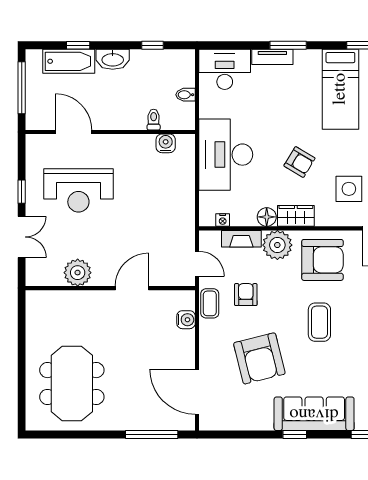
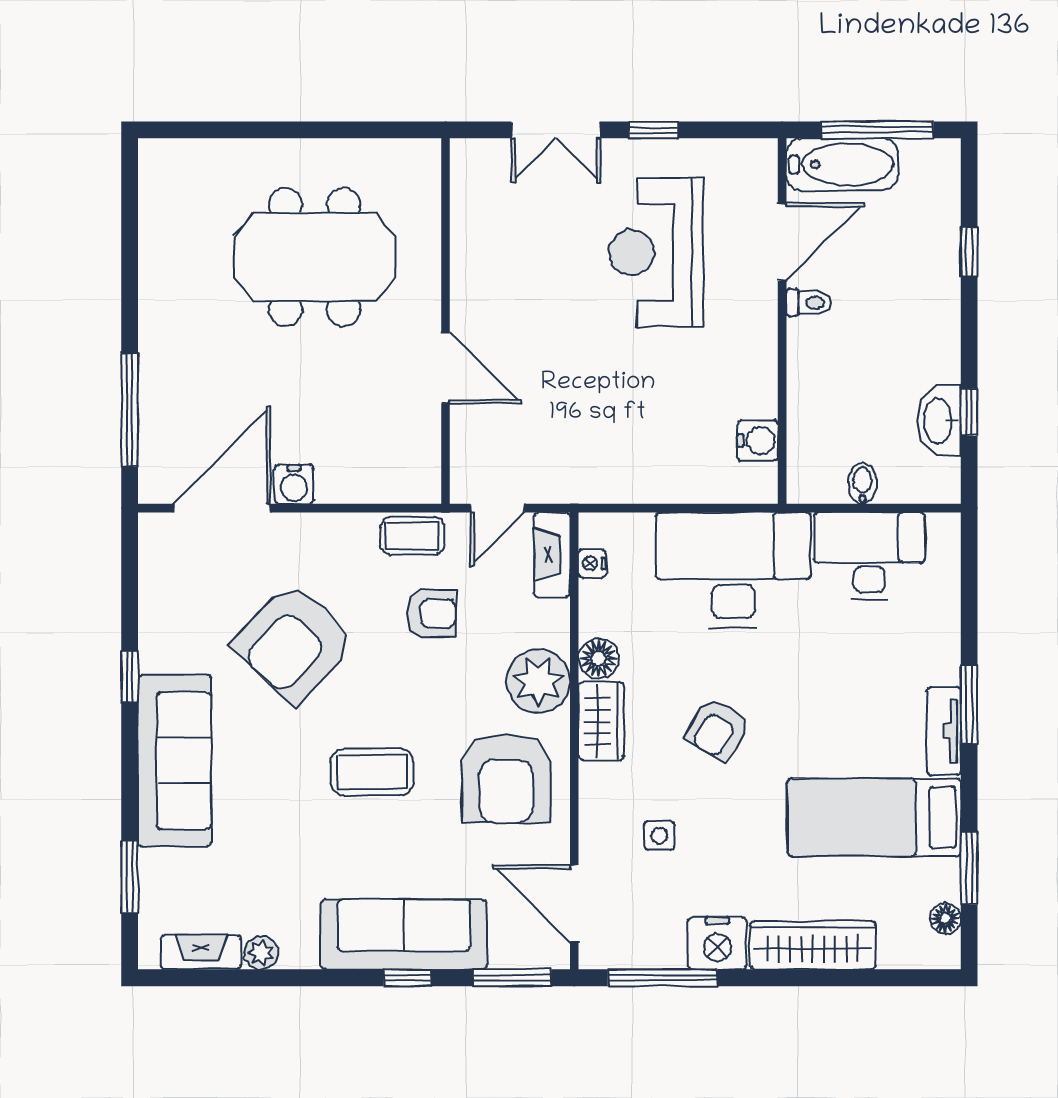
tv unit: (272, 57) -> (944, 731), moved
washbasin: (113, 59) -> (939, 421), moved
bathtub: (69, 61) -> (842, 164), moved, turned -90
desk: (225, 69) -> (869, 556), moved, turned -90
toilet: (154, 120) -> (809, 303), moved
side table: (349, 189) -> (659, 836), width x0.54, depth x0.54
fireplace: (241, 239) -> (552, 555), moved
plant: (78, 273) -> (479, 250), removed
water cooler: (186, 320) -> (294, 484), moved
armchair: (259, 358) -> (294, 643), turned -33
meeting table: (72, 384) -> (315, 257), moved
window: (295, 435) -> (130, 677), moved

